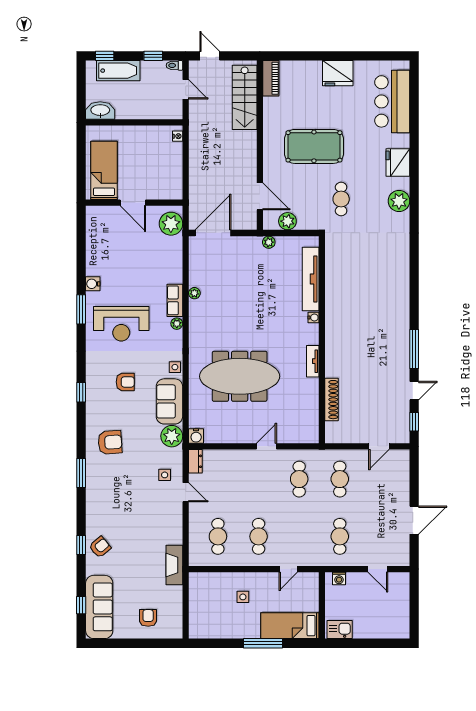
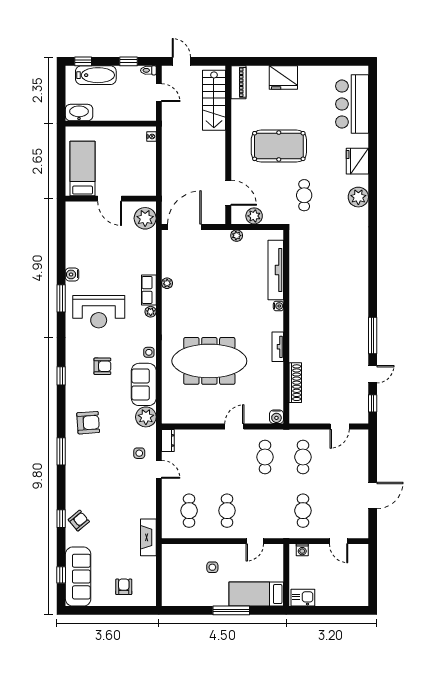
fridge: (338, 73) -> (283, 78), moved
water cooler: (196, 436) -> (276, 417), moved

